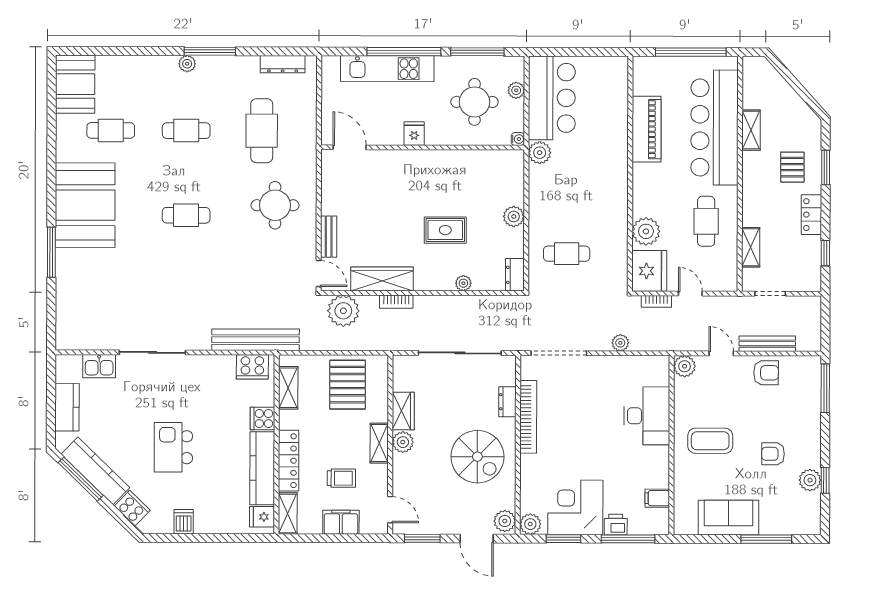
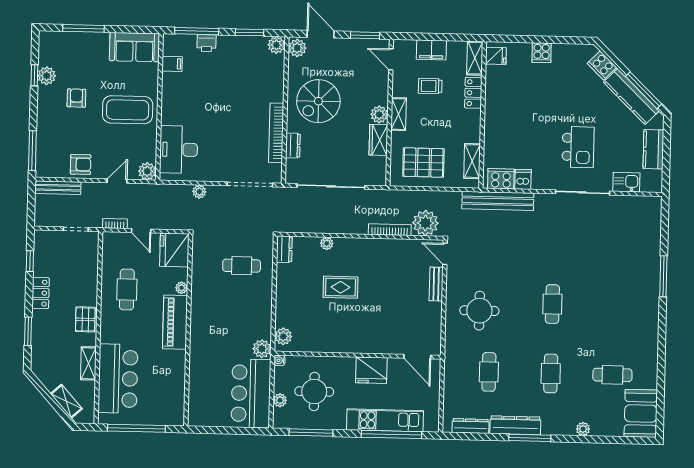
window: (404, 52) -> (391, 434), moved
plant: (187, 64) -> (583, 429), moved
dresser: (228, 66) -> (515, 425), added
bar counter: (714, 128) -> (118, 379), width x0.73
piano: (646, 129) -> (175, 322), moved
cafe table: (186, 131) -> (551, 373), turned 90
cafe table: (262, 131) -> (489, 372), width x0.73, depth x0.74
fridge: (414, 134) -> (371, 370), width x1.88, depth x1.34
pallet: (792, 167) -> (85, 319), moved
booth: (85, 205) -> (635, 314), removed
cafe table: (186, 215) -> (552, 304), turned 90
plant: (514, 216) -> (283, 336), moved
plant: (646, 231) -> (181, 288), width x0.53, depth x0.53
shelving: (751, 247) -> (66, 401), moved, turned -42
wardrobe: (382, 279) -> (393, 248), removed
bookcase: (656, 301) -> (115, 224), moved
bookcase: (396, 302) -> (390, 230), width x1.56
bench: (767, 344) -> (58, 188), moved
door: (721, 353) -> (117, 181), swing flipped
armchair: (766, 373) -> (81, 164), turned 180
pallet: (348, 385) -> (423, 163), turned 90
desk: (647, 416) -> (179, 150), moved
cooker: (262, 419) -> (542, 53), moved, turned 90
coffee table: (710, 441) -> (128, 110), width x1.36, depth x1.32
kitchen island: (173, 447) -> (578, 147), moved
armchair: (773, 454) -> (76, 98), turned -90
spiral stairs: (477, 457) -> (318, 101), turned -90
locker: (289, 461) -> (473, 93), width x0.66
kitchen counter: (262, 468) -> (495, 96), removed
corner desk: (575, 507) -> (239, 58), removed
sofa: (729, 518) -> (134, 47), moved
dishwasher: (184, 522) -> (523, 179), moved, turned 180

